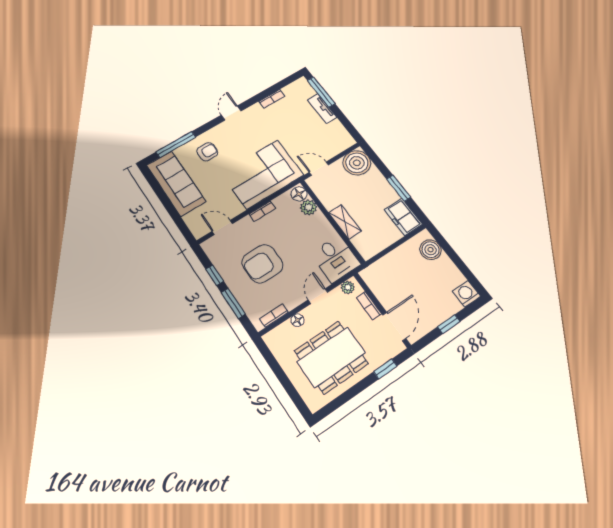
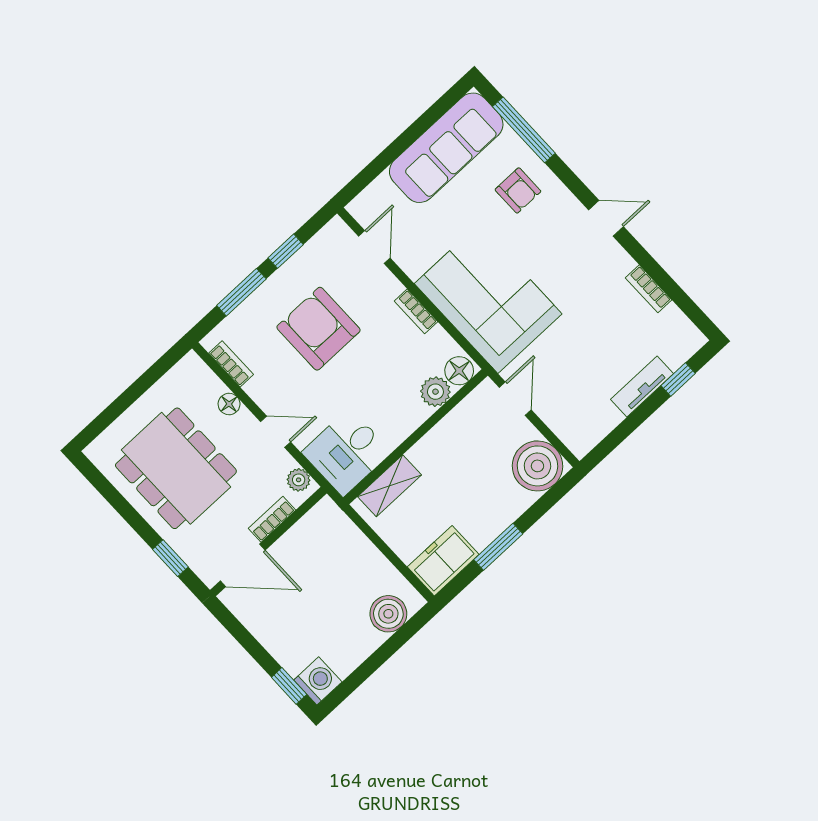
window: (321, 92) -> (678, 379), width x0.46
shelving: (345, 222) -> (390, 486), moved
window: (449, 324) -> (289, 686), moved

